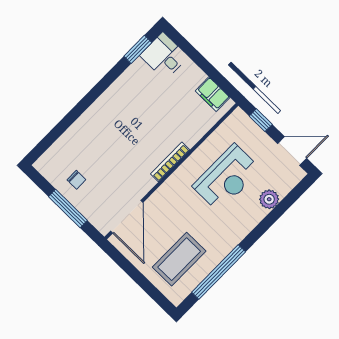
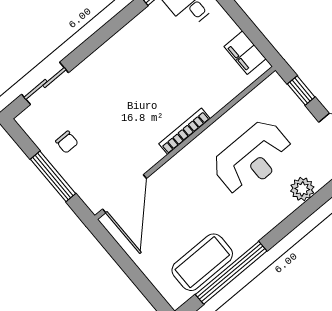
sliding door: (54, 134) -> (45, 83), added
coffee table: (179, 259) -> (202, 262), moved

